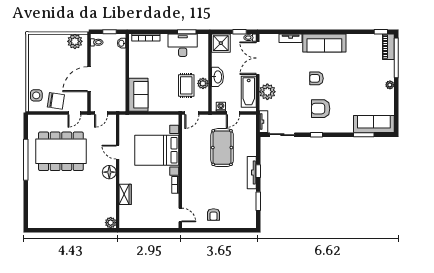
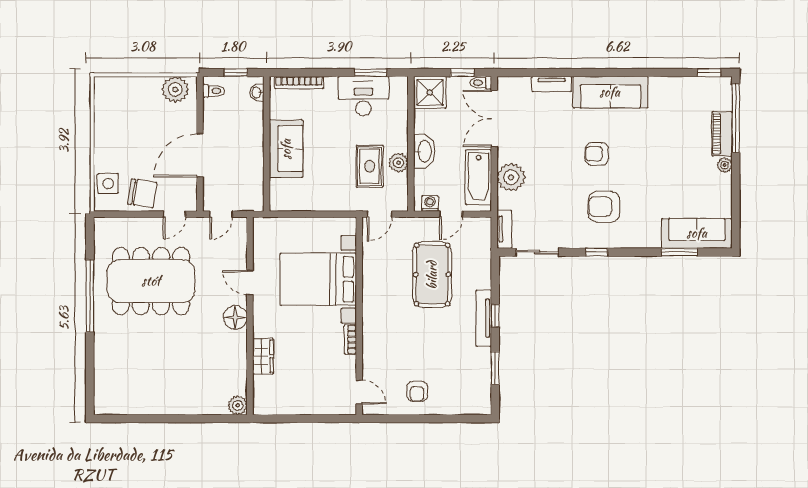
piano: (388, 47) -> (722, 134), moved
sofa: (138, 95) -> (286, 149), moved

